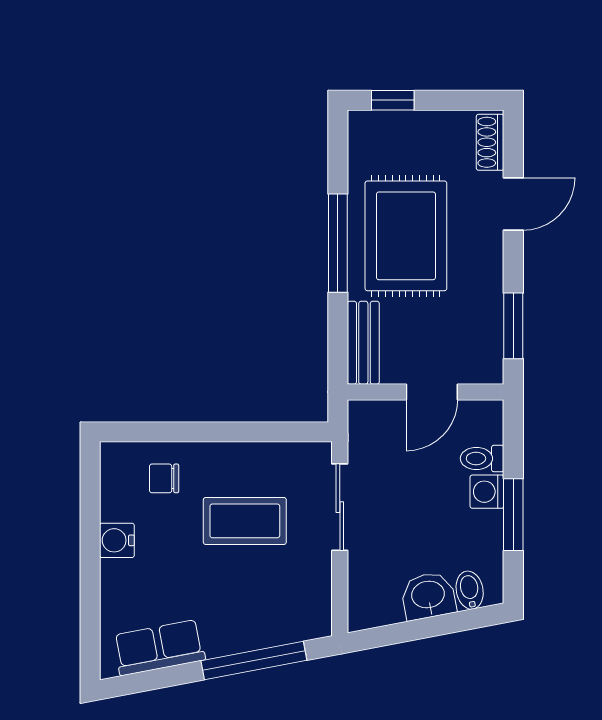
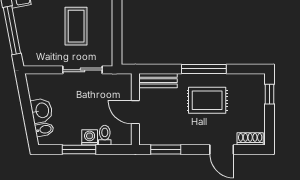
rug: (406, 236) -> (207, 100), width x0.73, depth x0.70

